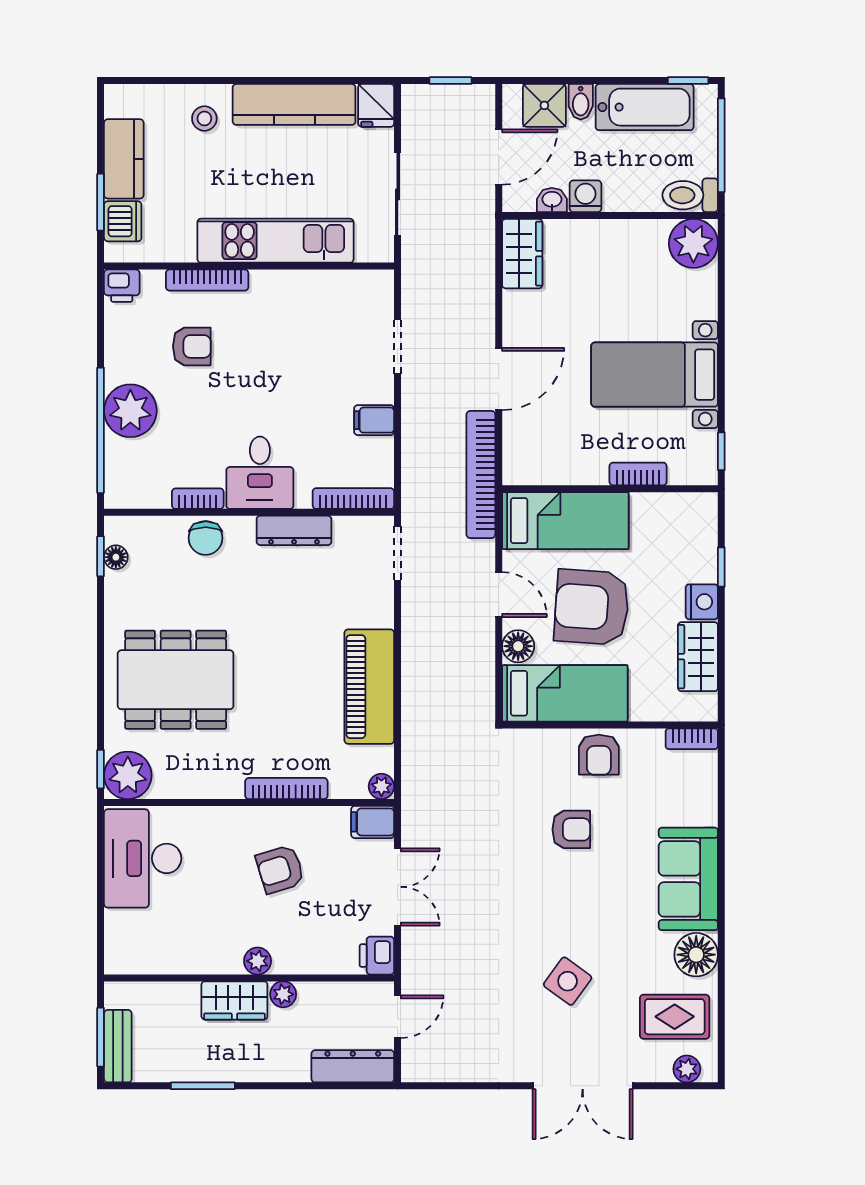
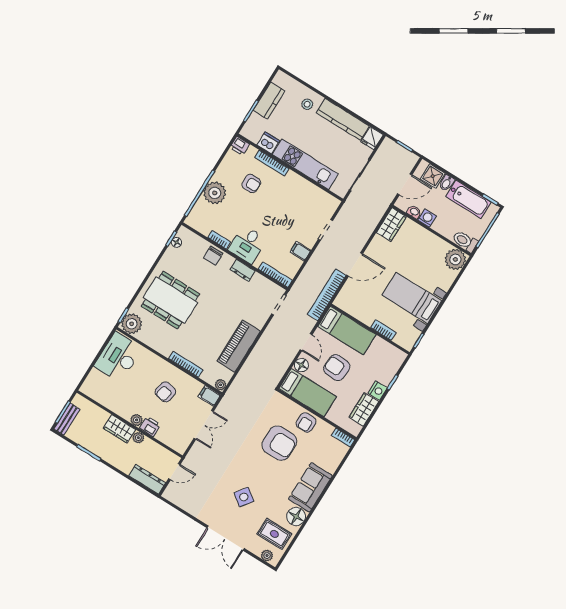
dishwasher: (123, 221) -> (268, 143), moved, turned -90
dresser: (294, 530) -> (243, 270), width x0.70
armchair: (592, 607) -> (337, 368), width x0.73, depth x0.73
armchair: (571, 829) -> (279, 443), width x1.88, depth x1.88
armchair: (280, 869) -> (165, 392), turned -62
printer: (377, 956) -> (150, 426), moved, turned 90

